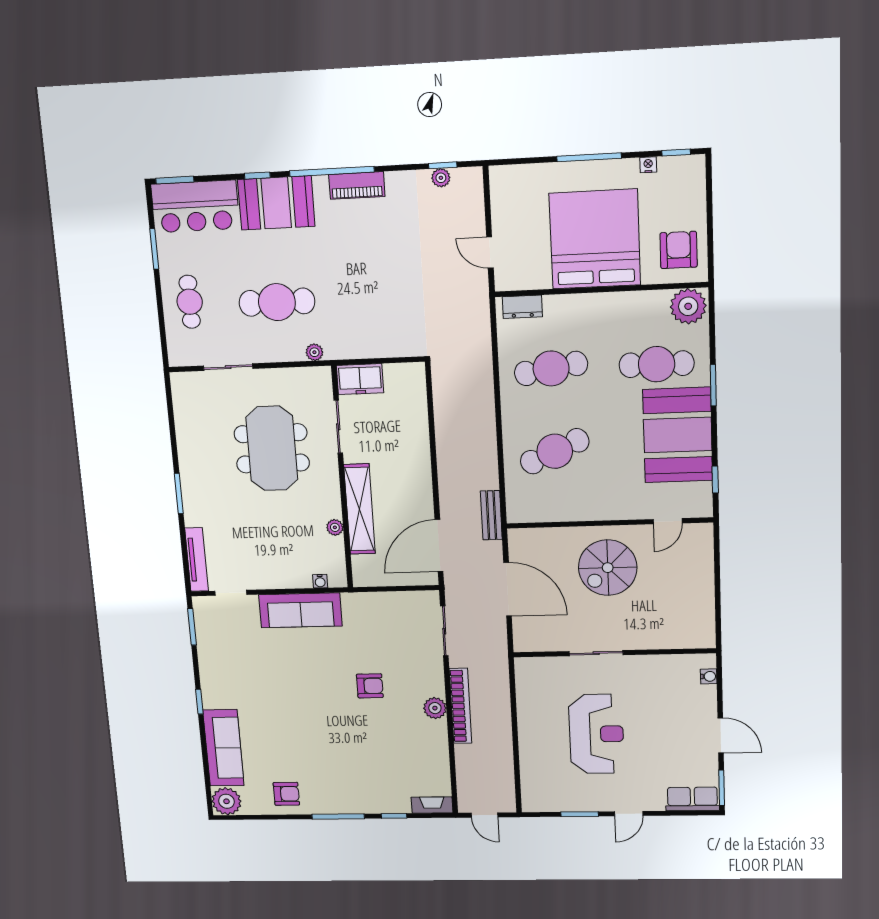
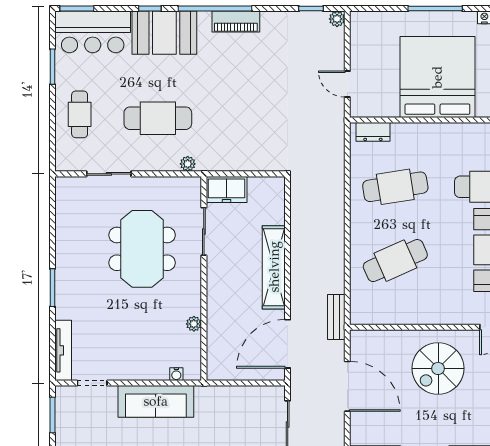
plant: (441, 178) -> (337, 19), moved
shelving: (360, 509) -> (274, 267), moved

